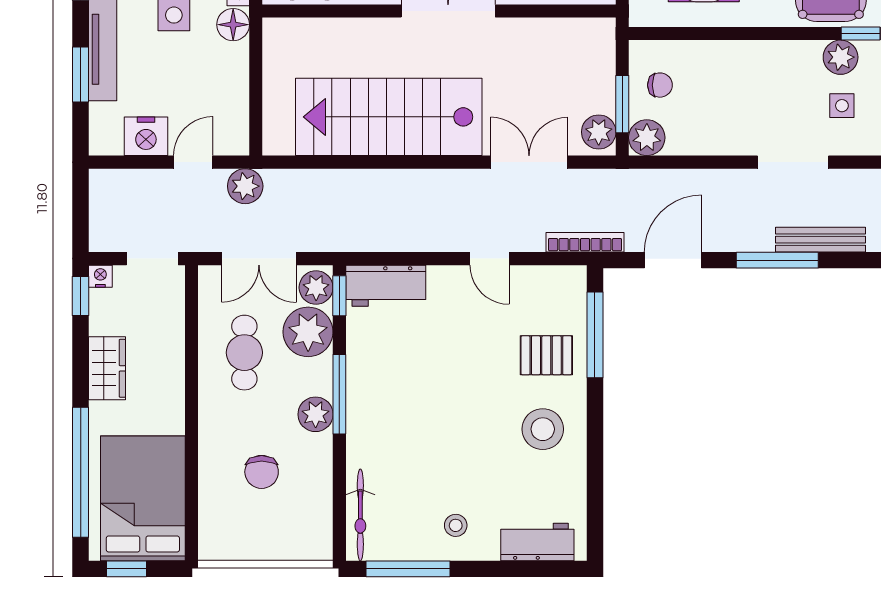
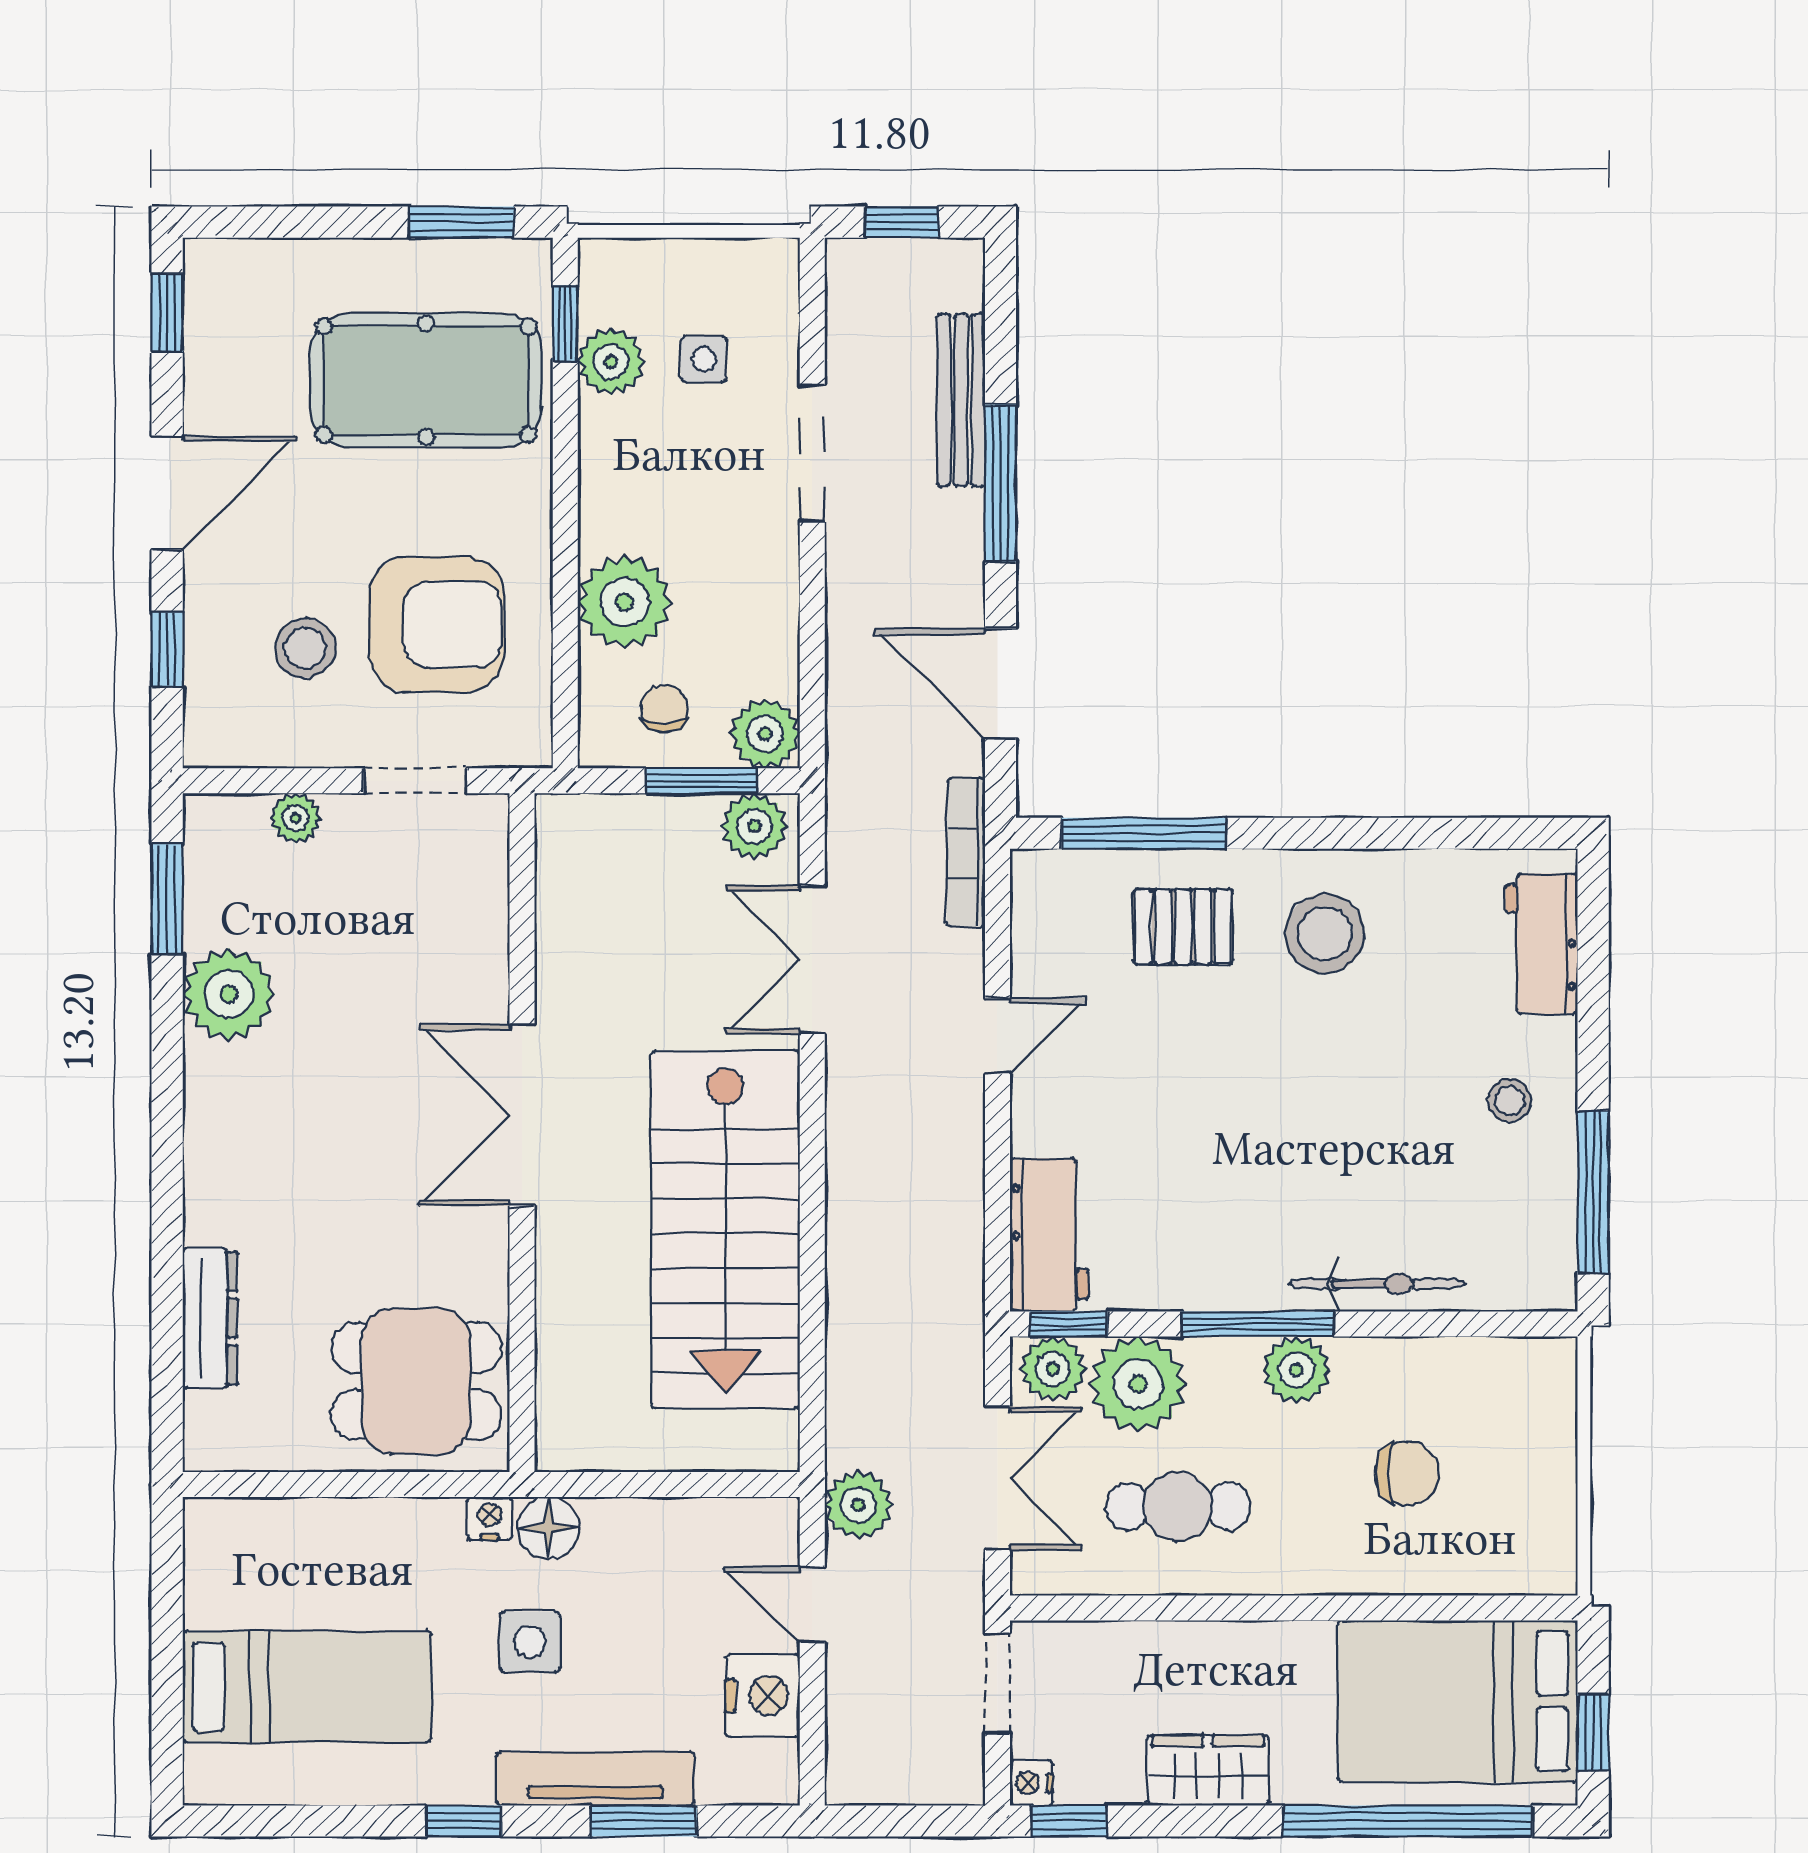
plant: (715, 64) -> (625, 602), added
pallet: (546, 355) -> (1183, 927), turned 90
bicycle: (360, 515) -> (1378, 1284), moved

